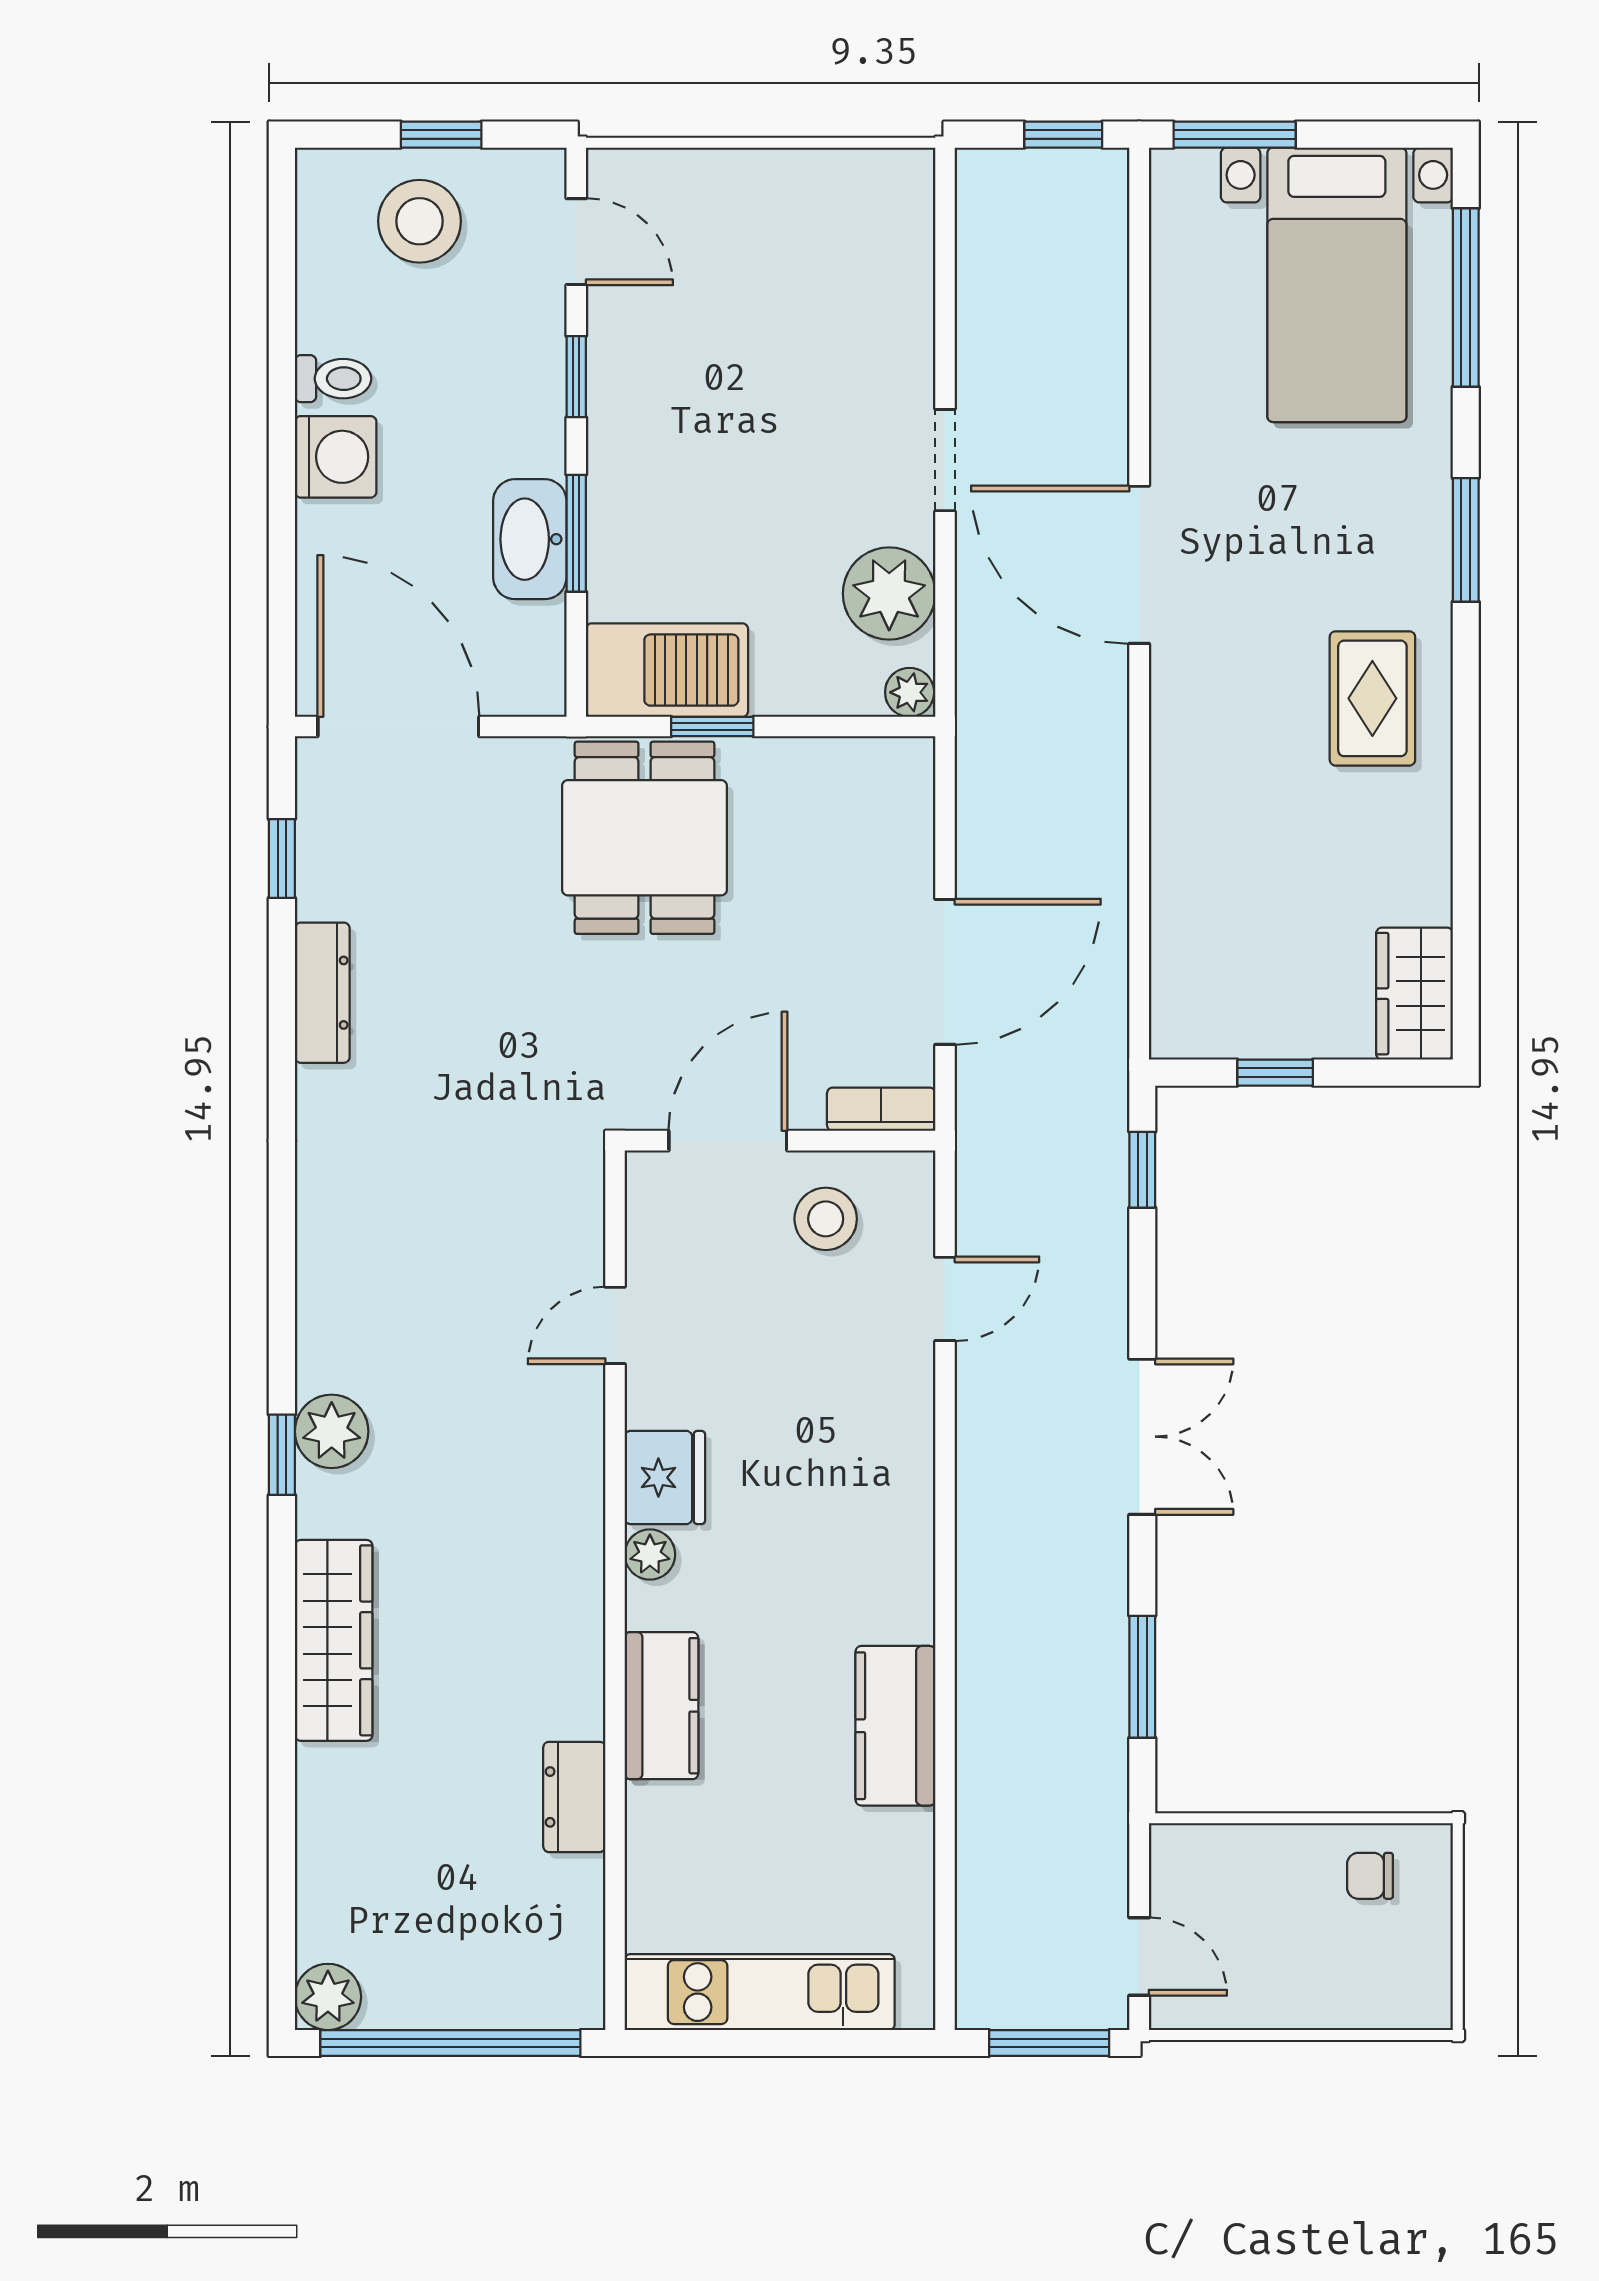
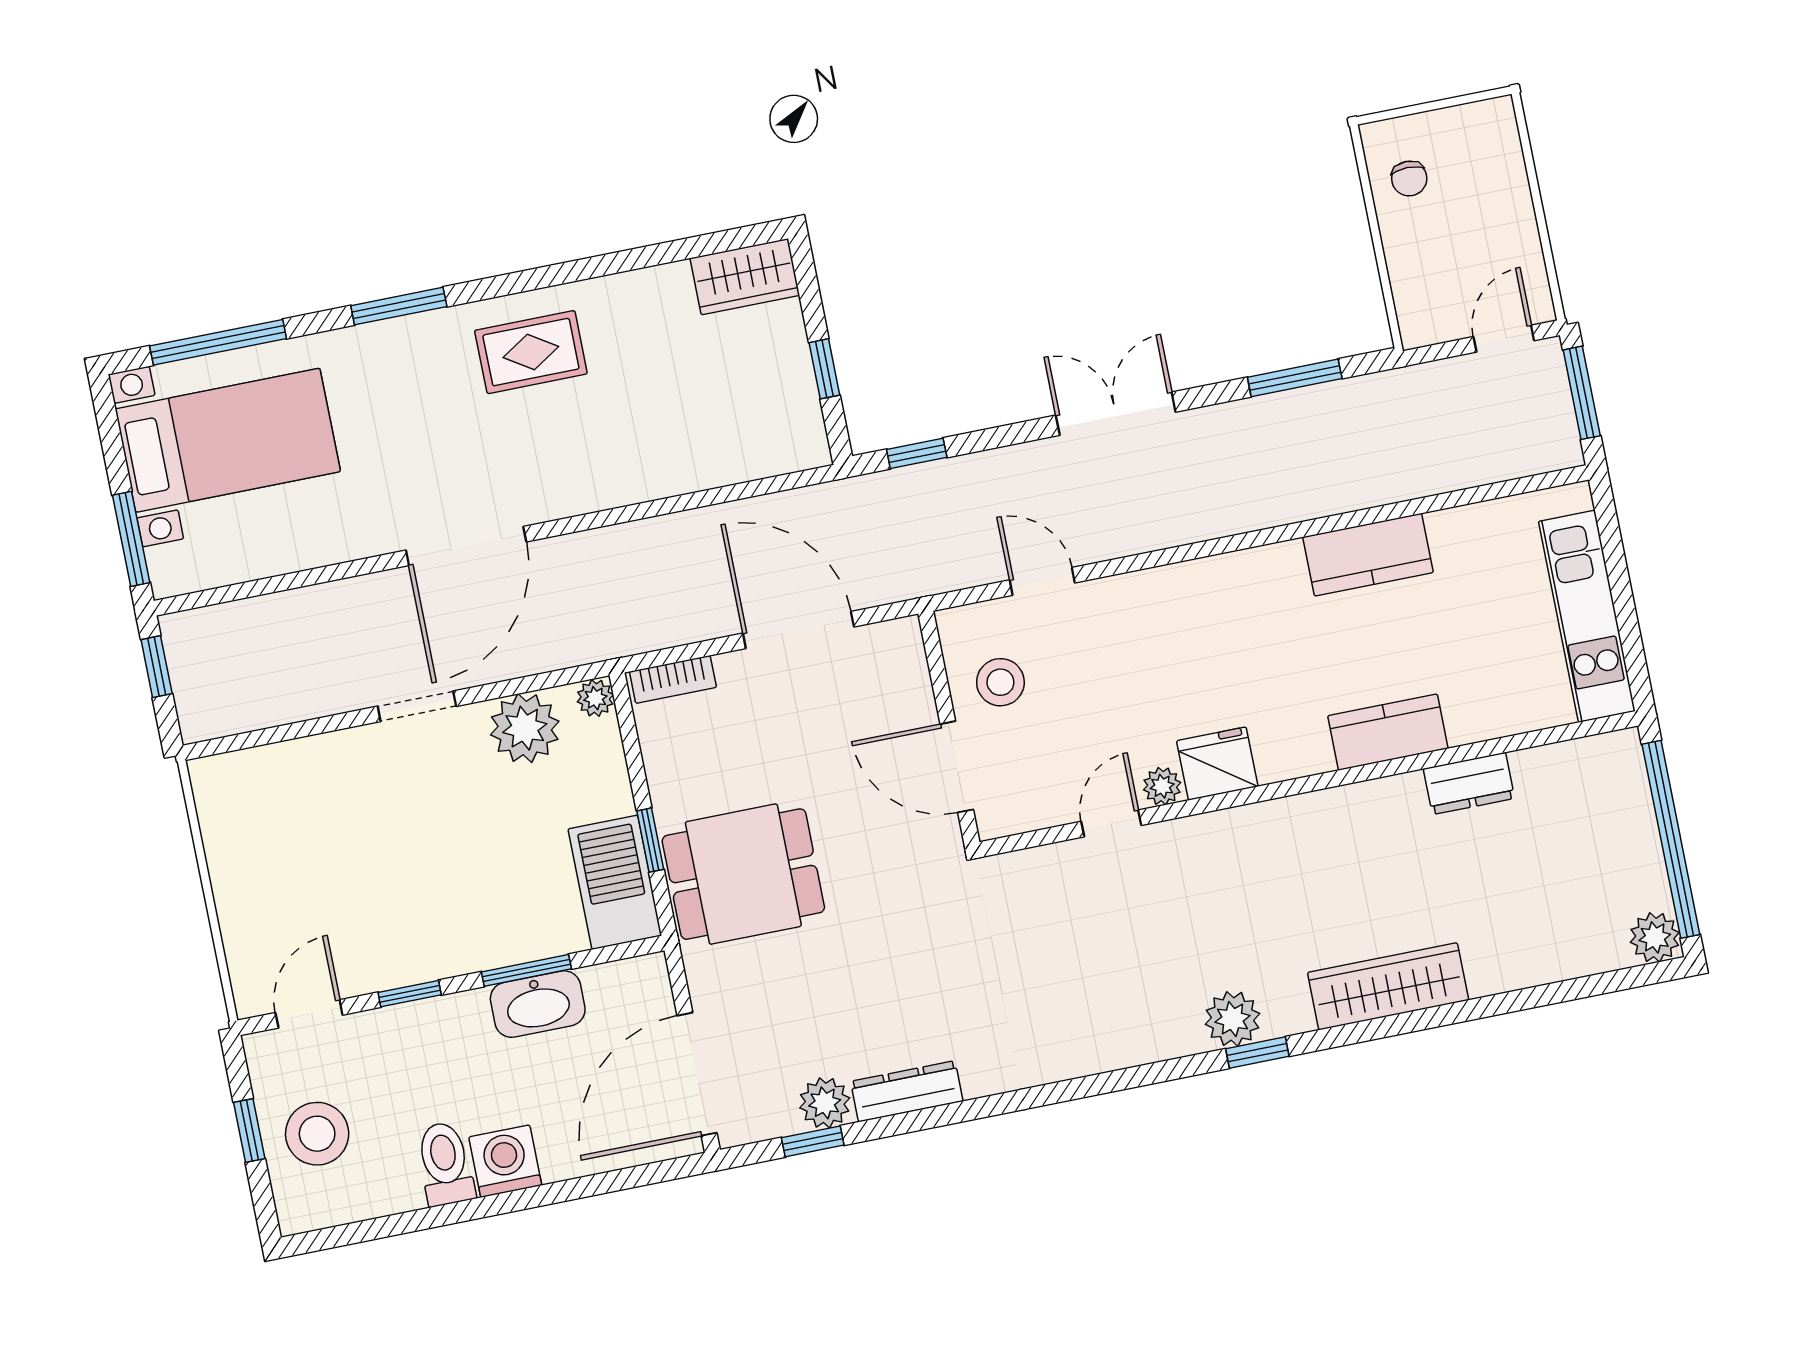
toilet: (333, 379) -> (445, 1164), width x1.37, depth x1.39
plant: (328, 884) -> (825, 1103), added
bookcase: (881, 1109) -> (673, 679), moved, turned -90
door: (615, 1325) -> (1111, 823), swing flipped
plant: (650, 1554) -> (1162, 786), moved

